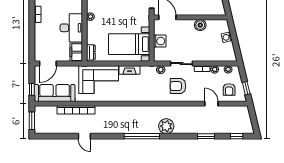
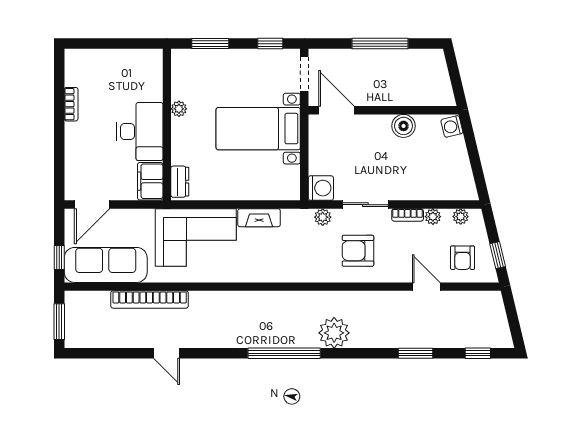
washing machine: (227, 37) -> (452, 126), moved
washing machine: (160, 41) -> (321, 188), moved
bed with nightstands: (129, 44) -> (258, 129), moved

